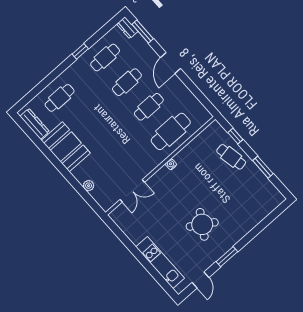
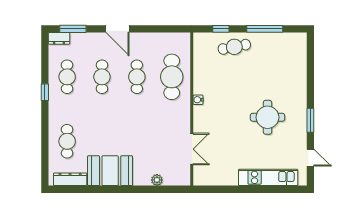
window: (263, 167) -> (265, 29), width x1.44
round table: (202, 224) -> (267, 117), turned -32

